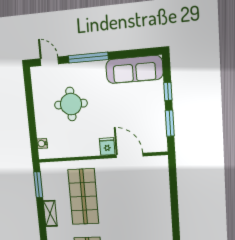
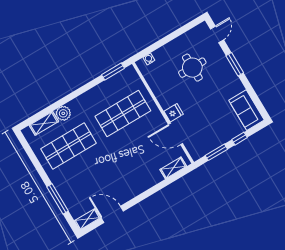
window: (88, 58) -> (235, 64), width x0.69
sofa: (134, 69) -> (247, 110), width x0.73
door: (129, 155) -> (176, 134), swing flipped
shelving: (50, 213) -> (173, 168), moved

